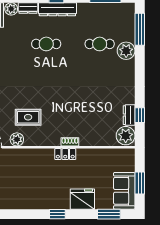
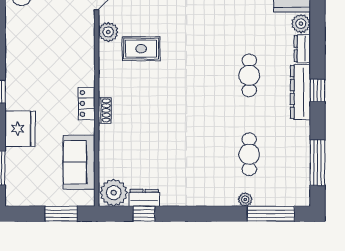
plant: (126, 51) -> (245, 200), width x0.53, depth x0.53
rug: (28, 117) -> (141, 49), turned 90
window: (140, 183) -> (61, 214), moved
sofa: (124, 191) -> (79, 162), moved, turned -90

